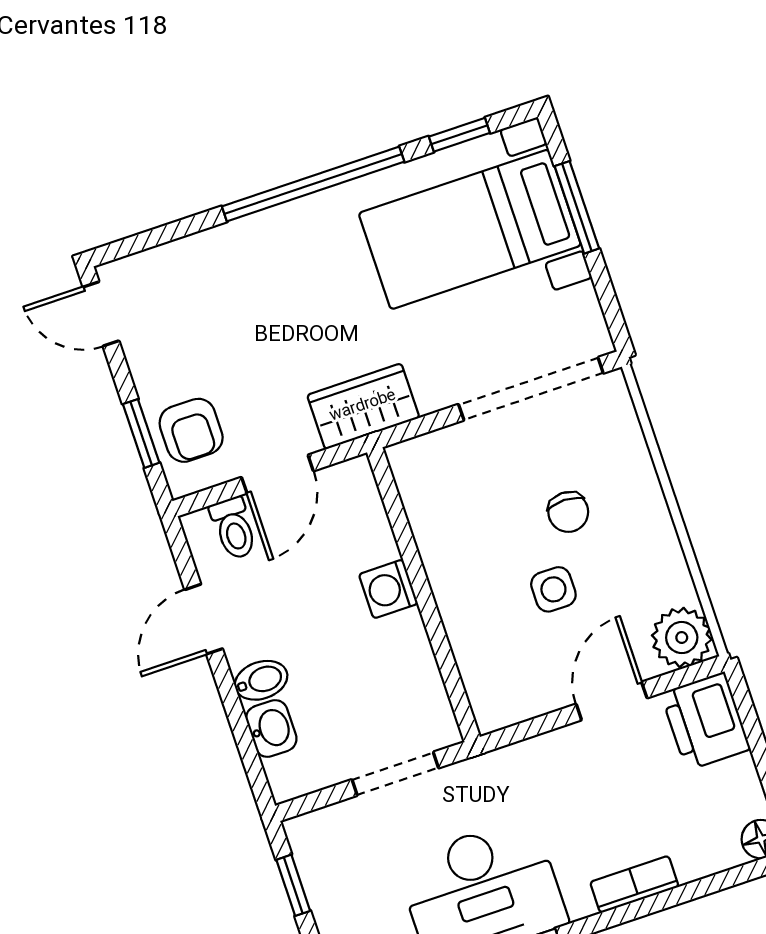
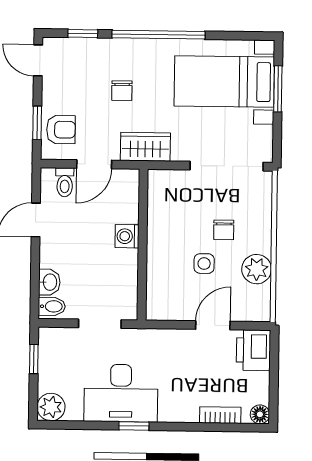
window: (459, 135) -> (83, 34), moved
chair: (281, 315) -> (122, 91), added
armchair: (191, 430) -> (61, 130), turned -90
plant: (682, 638) -> (257, 269), moved
bidet: (261, 680) -> (52, 306), moved
bookcase: (634, 884) -> (220, 415), moved

